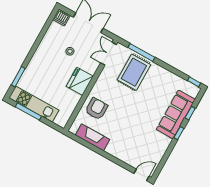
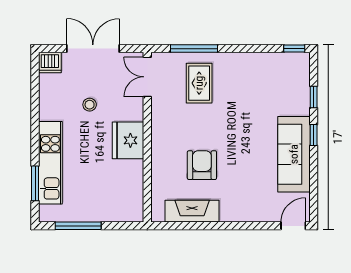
rug: (134, 72) -> (199, 83), width x0.73, depth x0.70
kitchen unit: (34, 104) -> (50, 163), moved, turned 90
armchair: (97, 109) -> (202, 165), moved
sofa: (176, 114) -> (294, 154), moved

